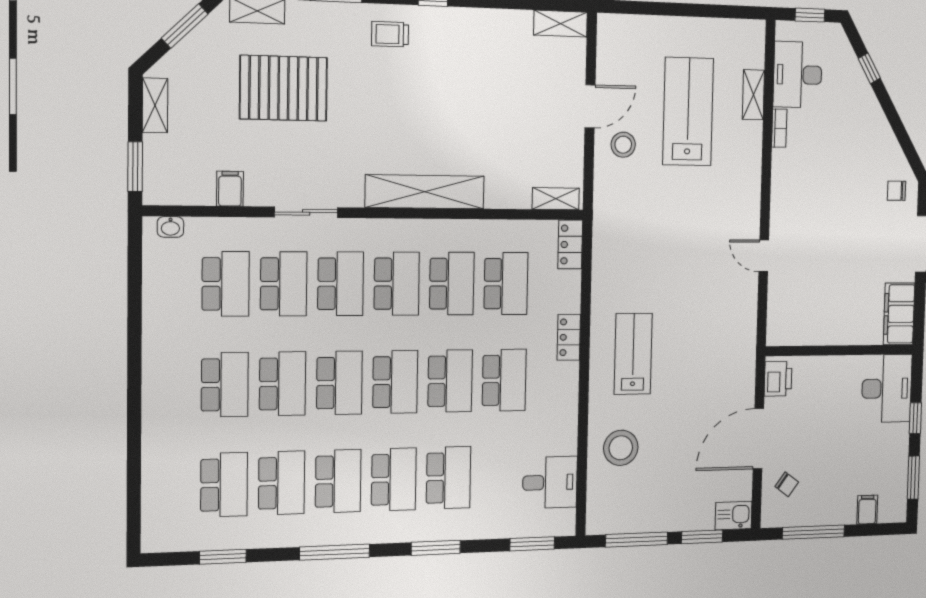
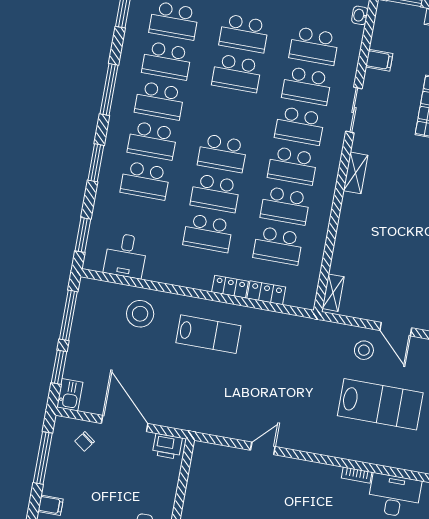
shelving: (753, 95) -> (385, 458), removed
shelving: (425, 192) -> (356, 173), width x0.45, depth x0.75
locker: (570, 245) -> (266, 293), moved
school desk: (339, 383) -> (230, 113), removed

